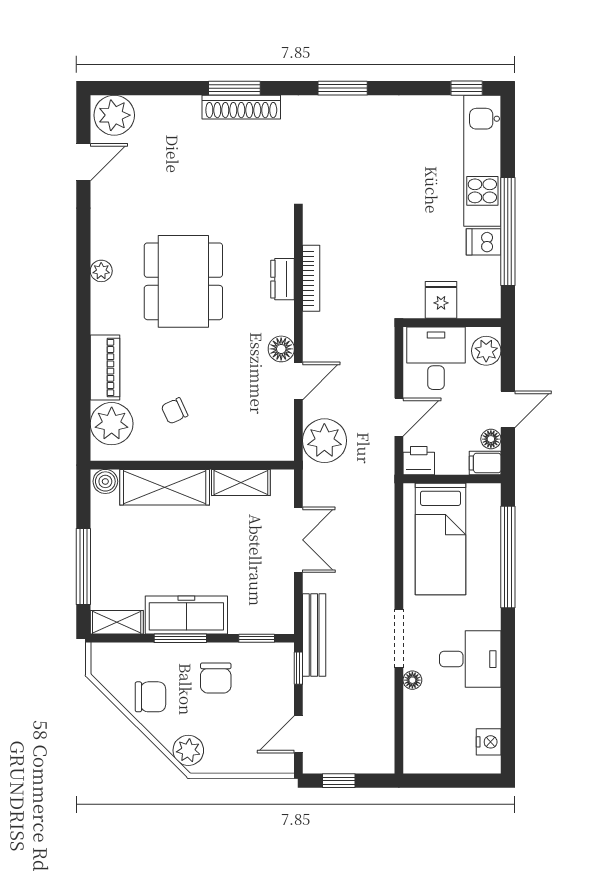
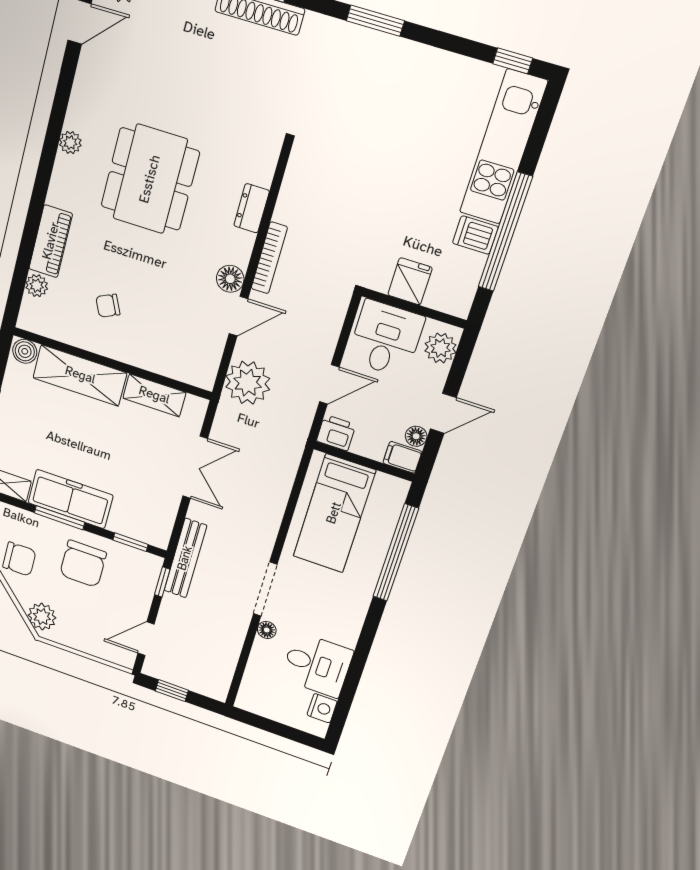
bookcase: (311, 278) -> (269, 258), moved
plant: (112, 424) -> (37, 286), width x0.53, depth x0.53
desk: (470, 659) -> (317, 665), moved
chair: (216, 678) -> (83, 564), width x1.37, depth x1.37

